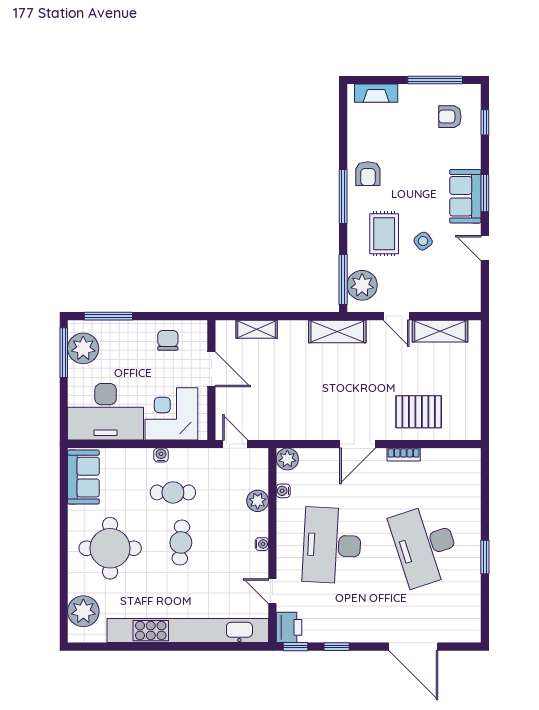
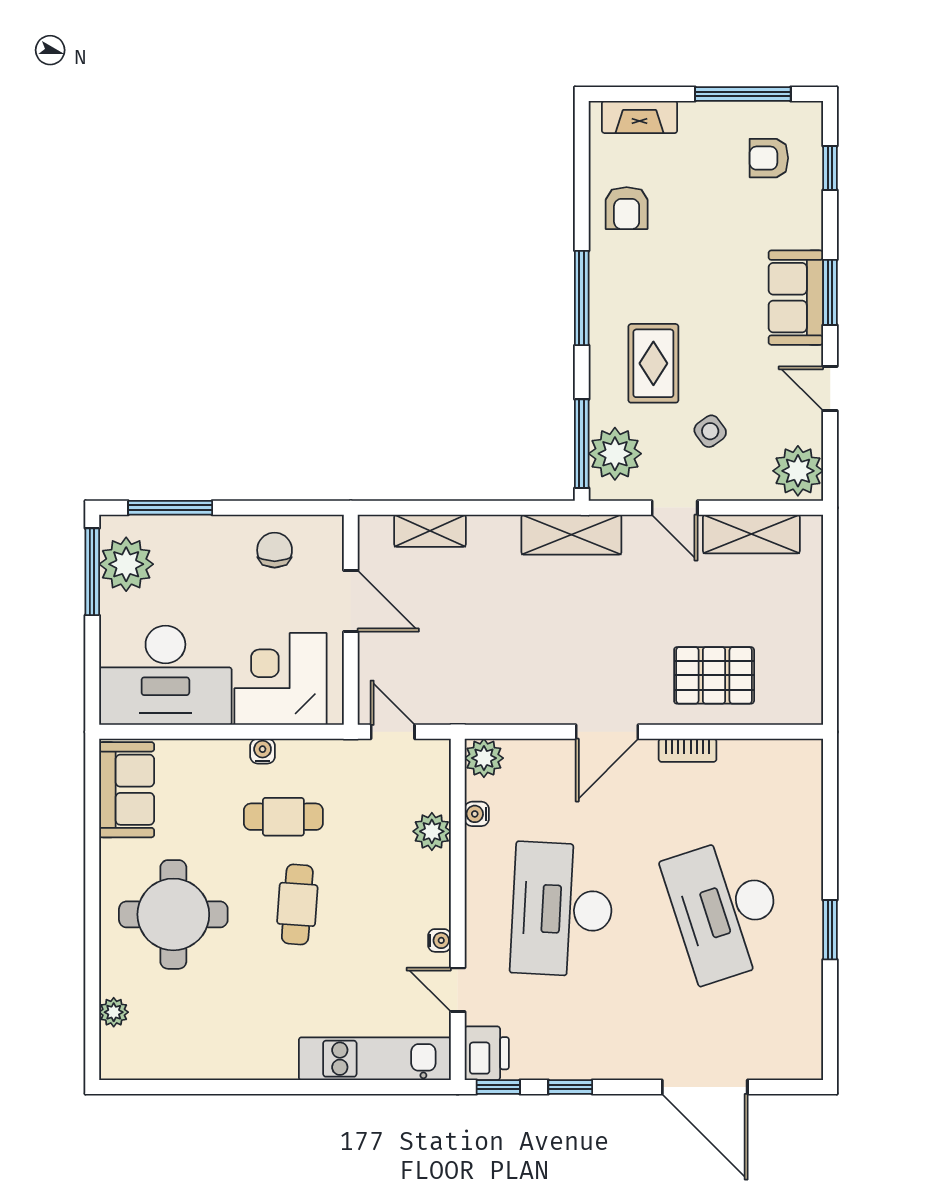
armchair: (368, 174) -> (627, 208), moved
side table: (423, 241) -> (710, 431), moved
plant: (467, 295) -> (798, 471), added
water cooler: (262, 544) -> (439, 940), moved
plant: (83, 611) -> (114, 1012), width x0.53, depth x0.53
kitchen unit: (188, 631) -> (375, 1059), width x0.54

